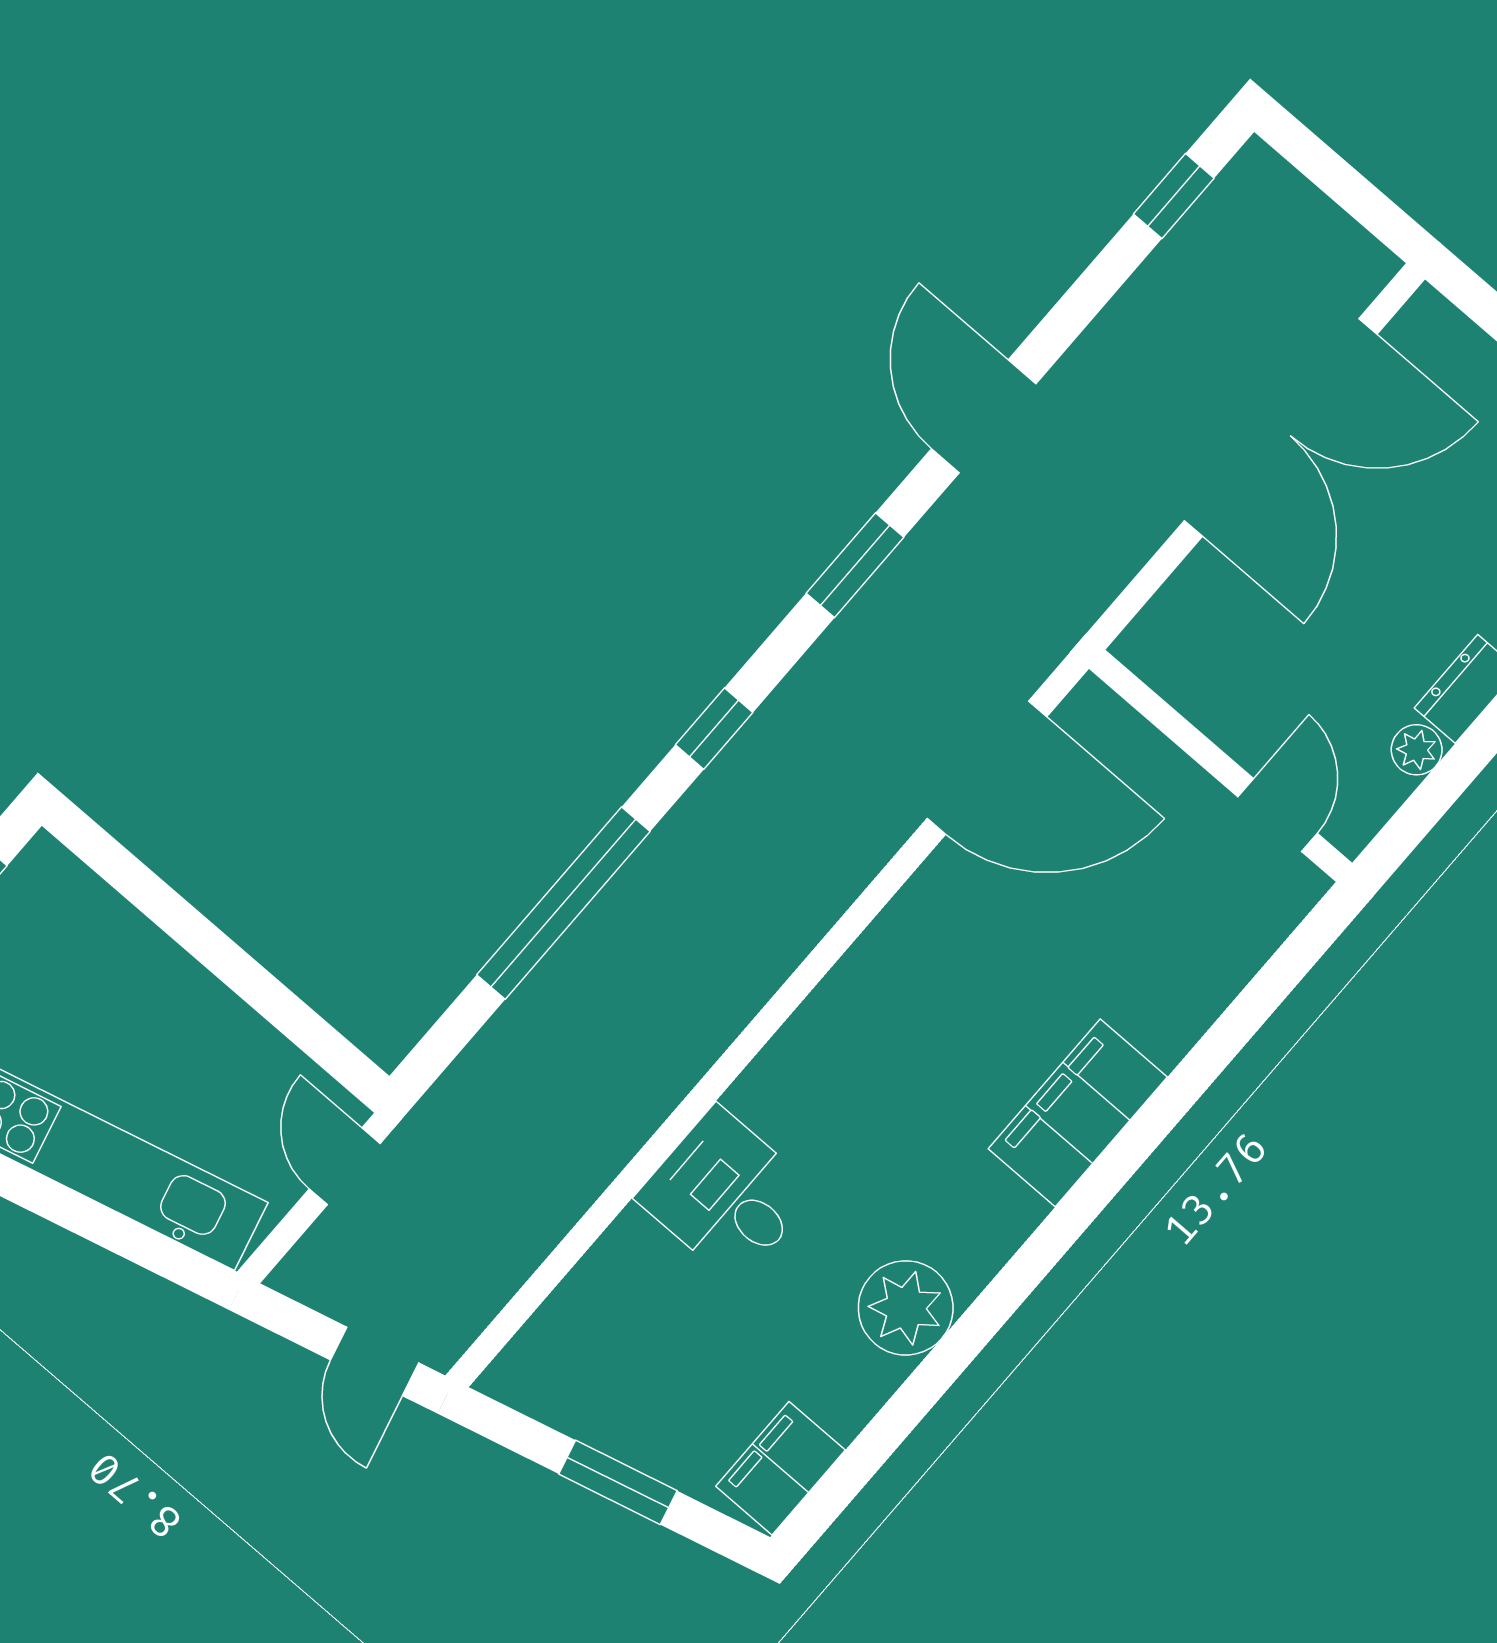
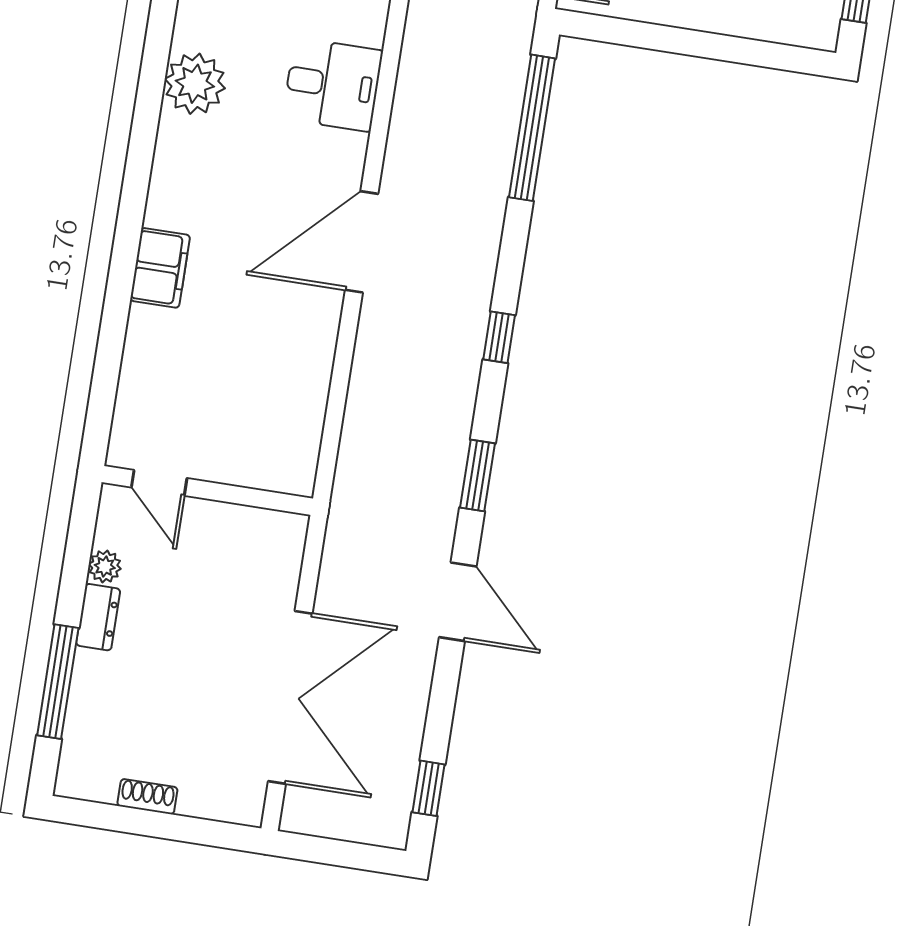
double door: (1281, 427) -> (290, 697), swing flipped
door: (987, 768) -> (362, 242), moved
window: (563, 903) -> (532, 128), moved
filing cabinet: (1078, 1113) -> (160, 268), width x0.67, depth x0.86

